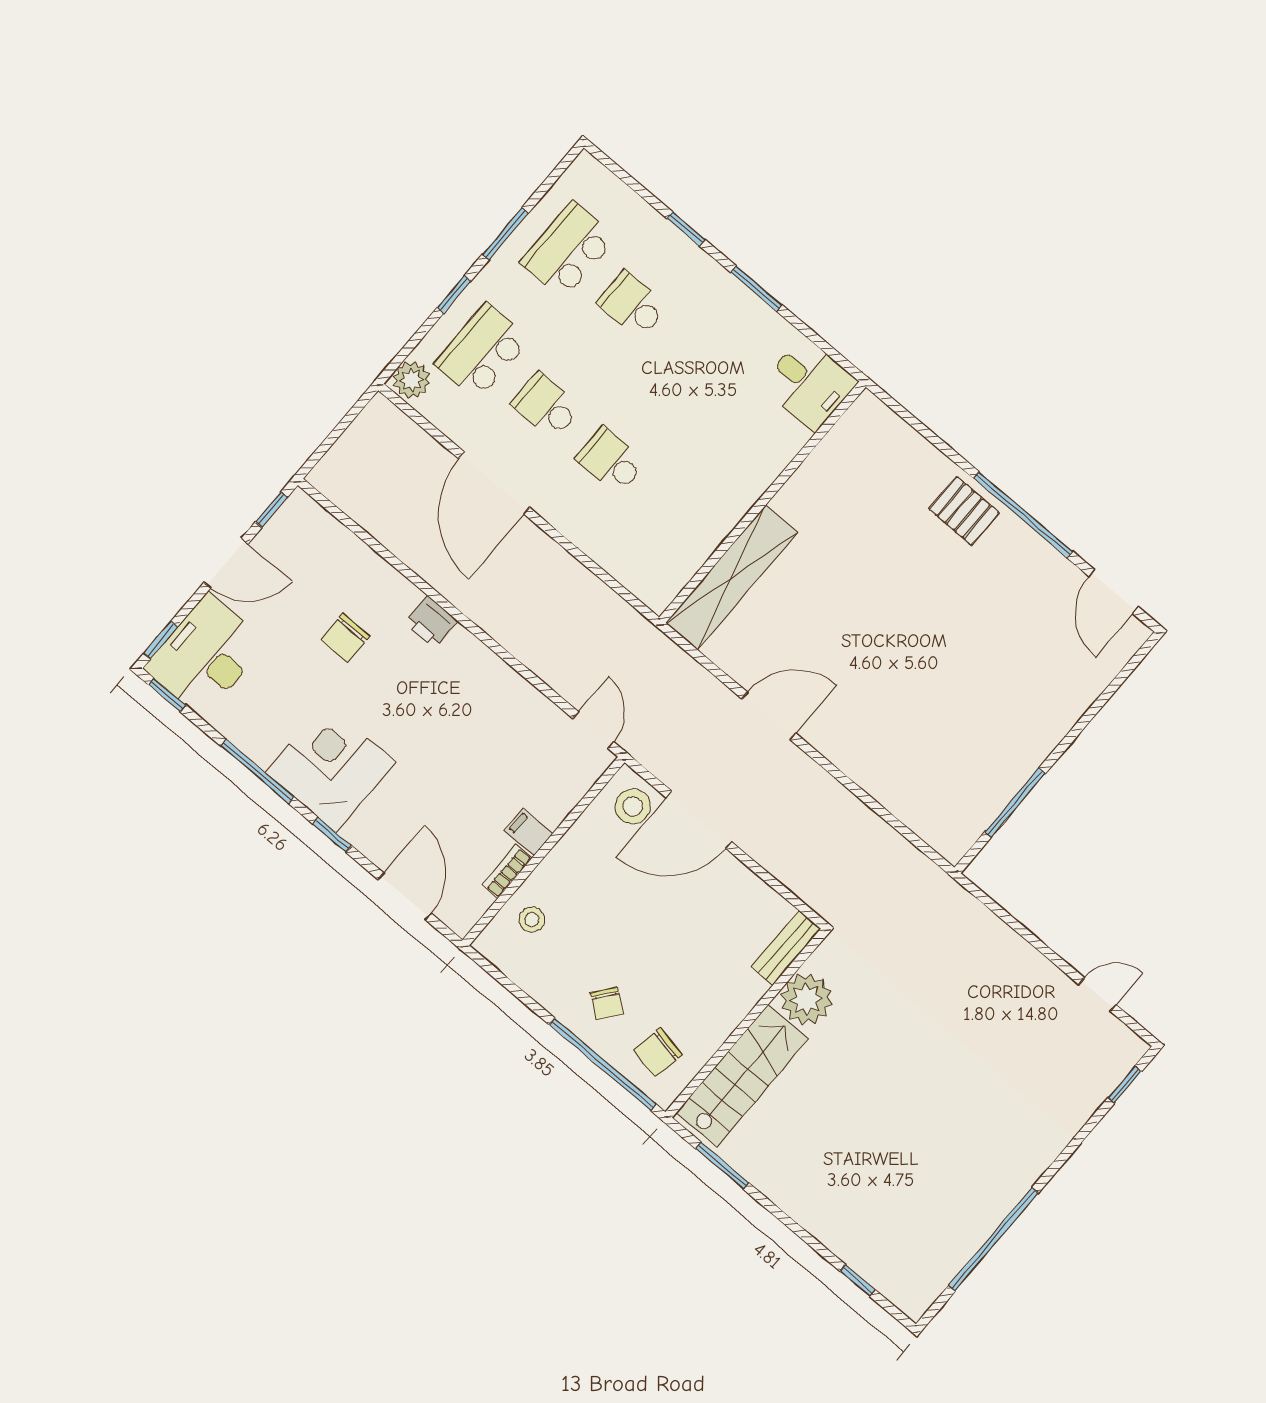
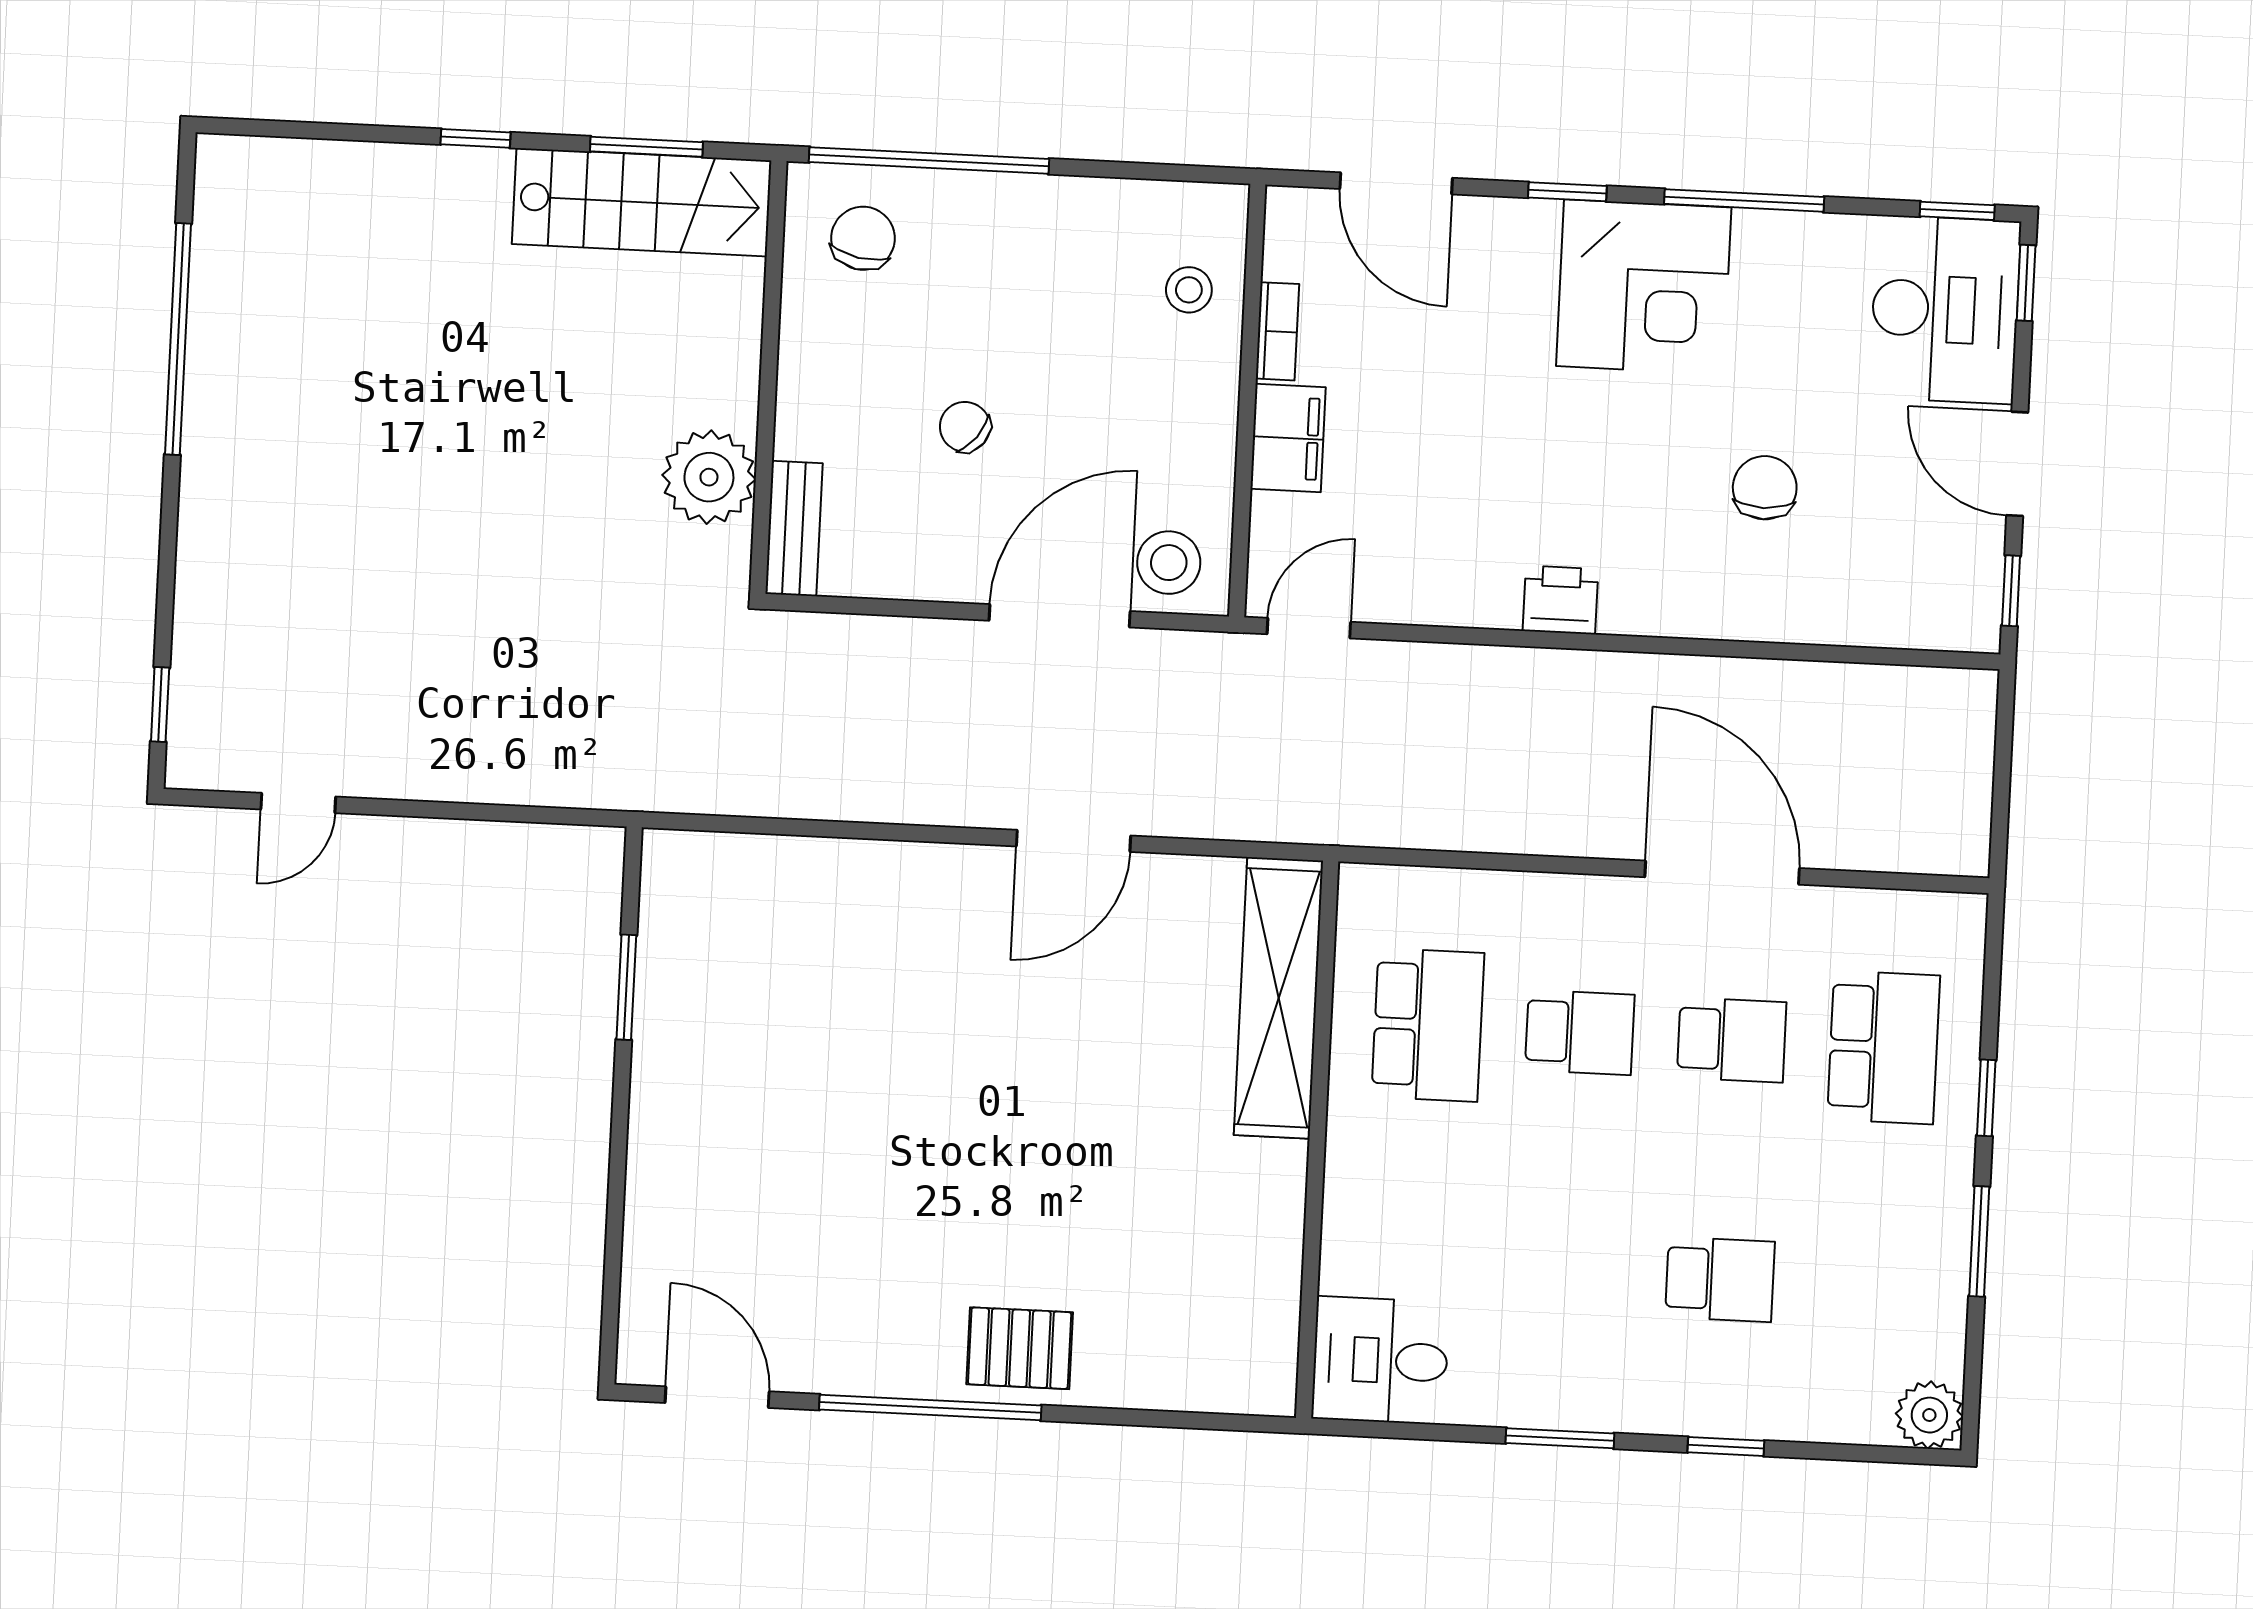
school desk: (568, 250) -> (1428, 1025), moved
plant: (412, 380) -> (1929, 1415), moved
door: (226, 563) -> (2017, 464), hinge flipped
printer: (432, 622) -> (1560, 600), moved
door: (593, 730) -> (1309, 628), swing flipped
window: (1015, 803) -> (626, 987), width x0.69
filing cabinet: (529, 832) -> (1288, 438), width x2.00
chair: (607, 1003) -> (965, 427), moved
stairs: (742, 1076) -> (642, 202), moved, turned -90
window: (858, 1281) -> (476, 138), moved

